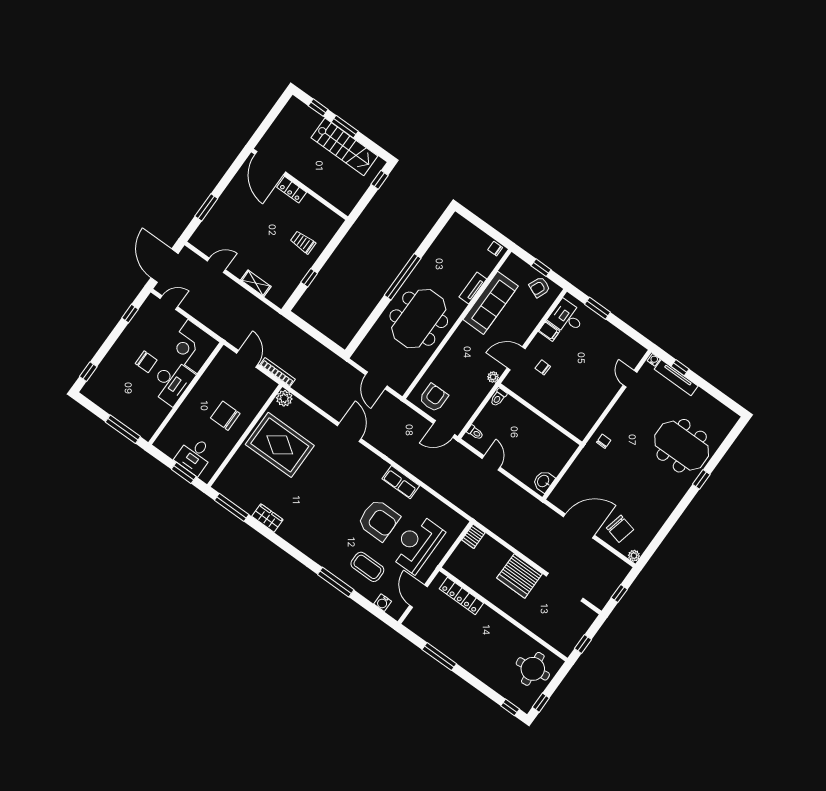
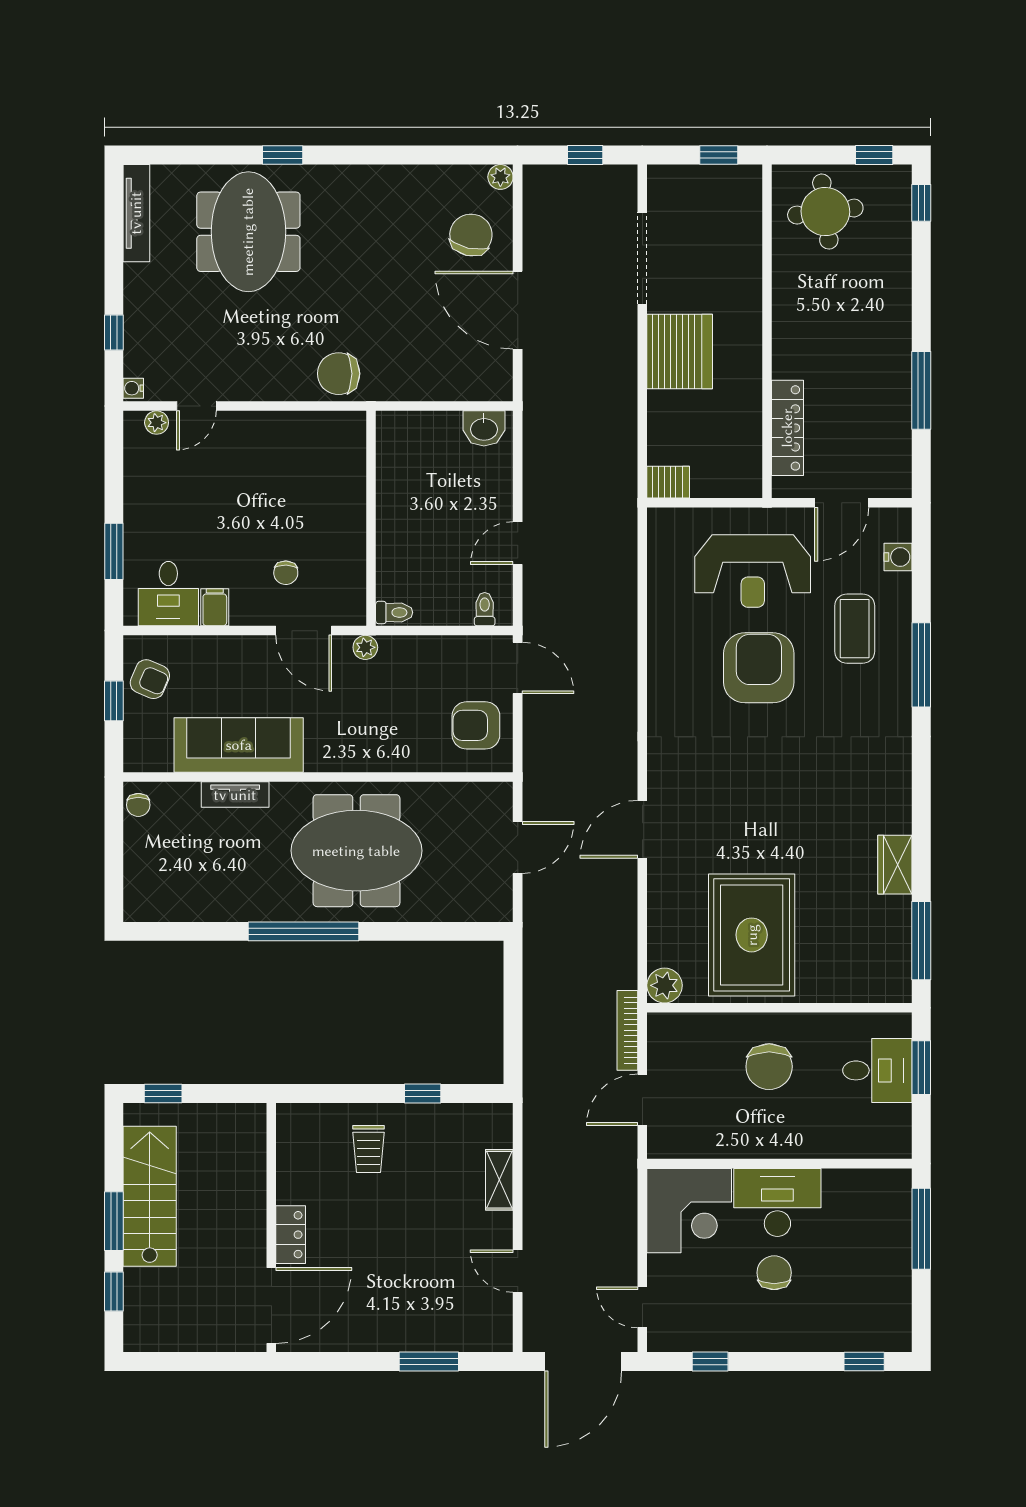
plant: (635, 359) -> (157, 423), added
tv unit: (676, 378) -> (136, 213), moved
chair: (604, 441) -> (339, 374), width x1.87, depth x1.87
row of seats: (401, 482) -> (665, 677), removed

